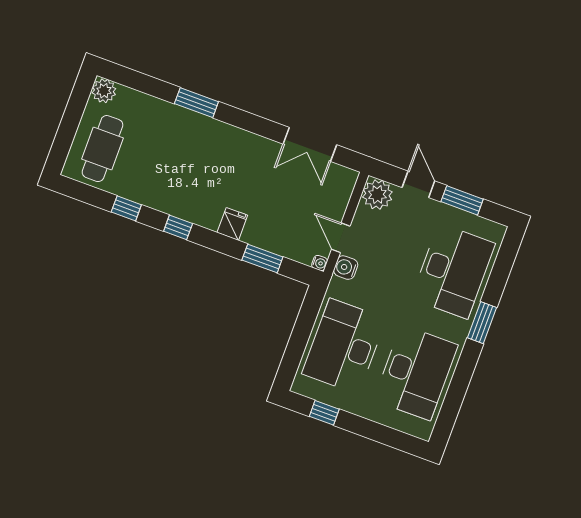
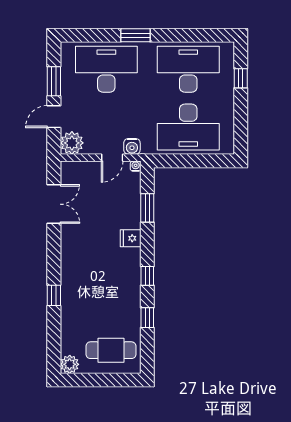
window: (196, 103) -> (54, 295), width x0.67
window: (324, 413) -> (241, 78), moved

